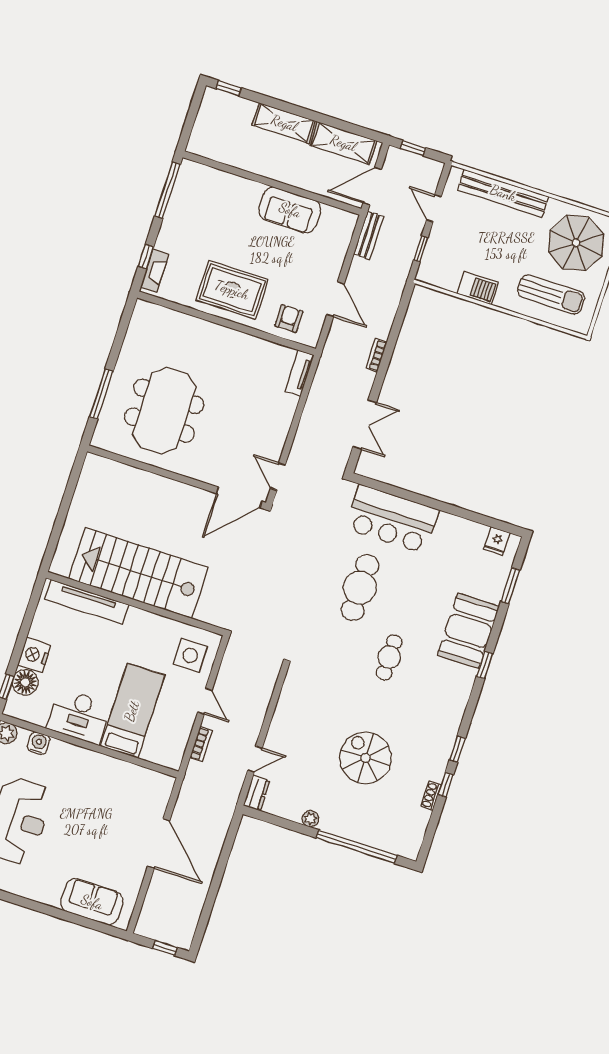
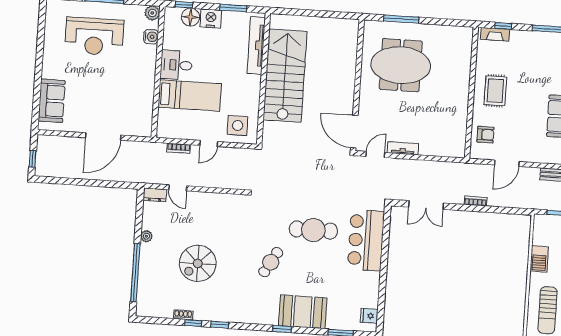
rug: (232, 290) -> (495, 91), width x0.73, depth x0.70
tv unit: (300, 373) -> (403, 148), moved
window: (28, 621) -> (233, 8), added
cafe table: (389, 657) -> (271, 262), turned -60
desk: (79, 716) -> (176, 65), width x0.73
spiral stairs: (365, 758) -> (198, 263), turned 180

